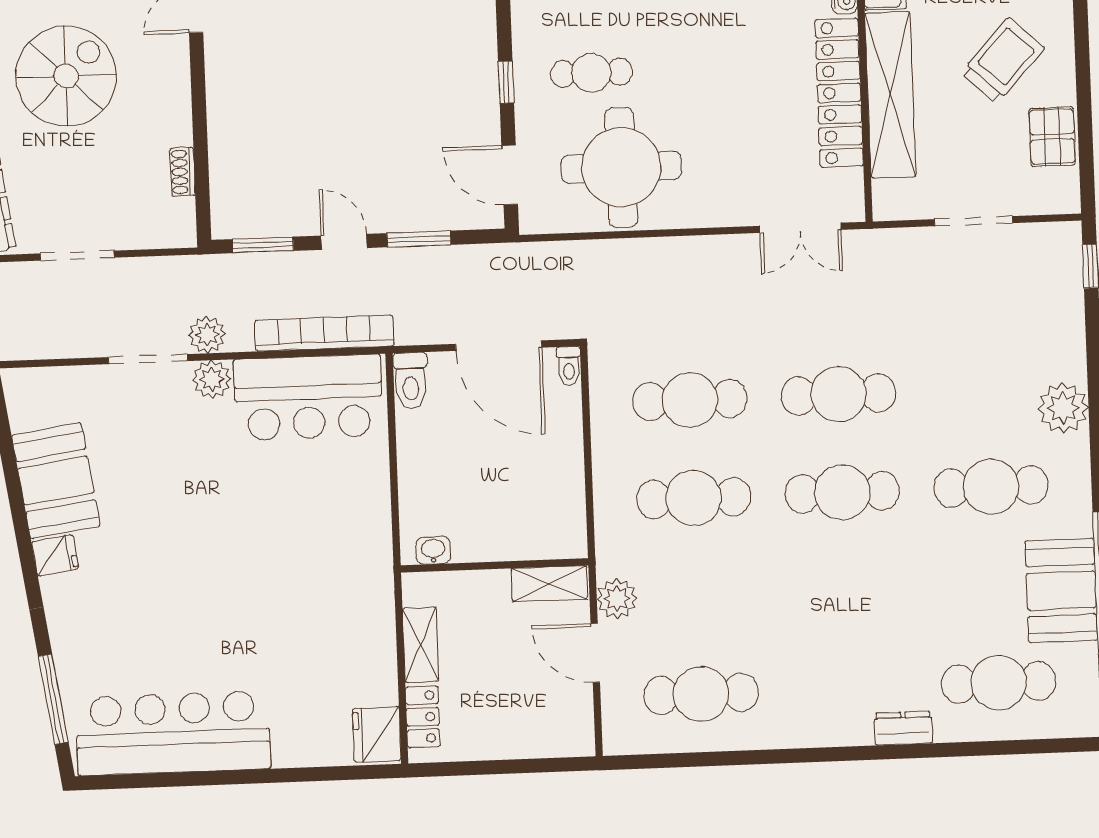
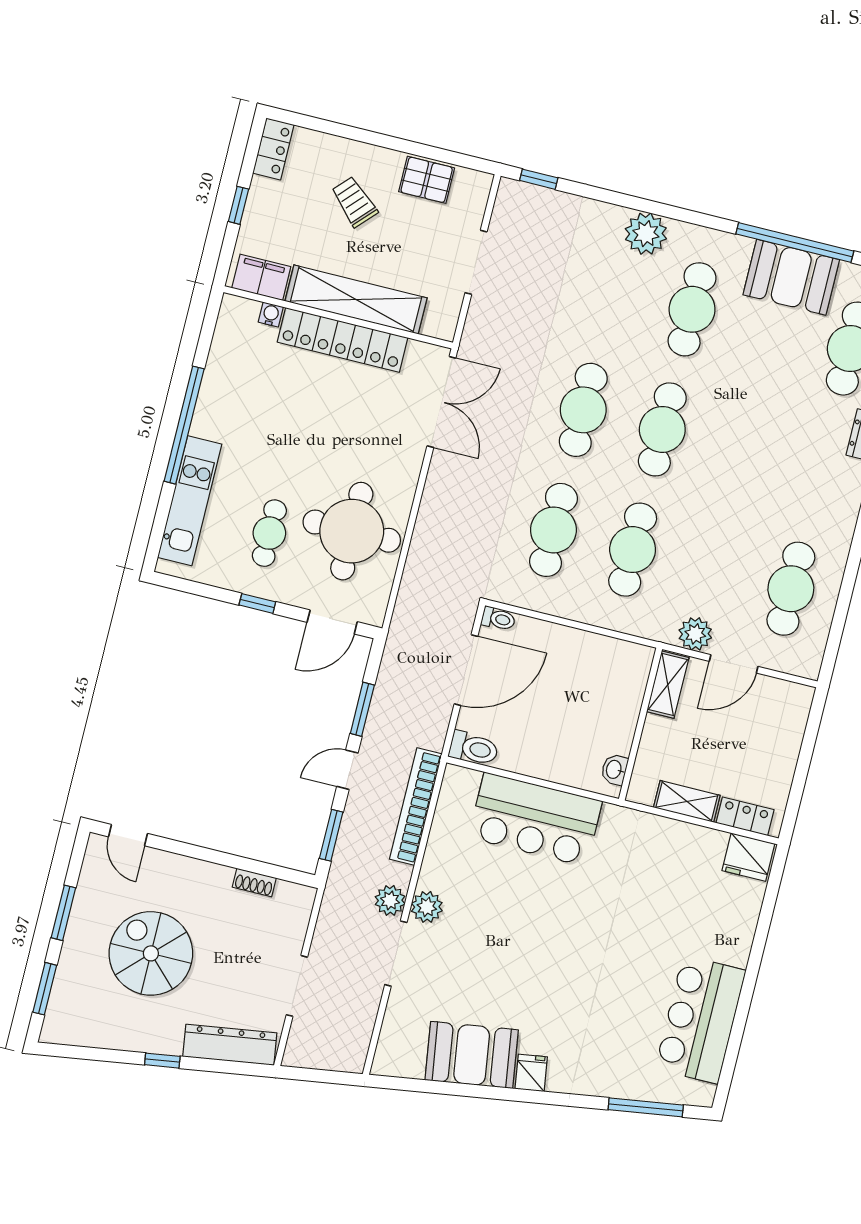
trolley: (1003, 60) -> (354, 202), width x0.73, depth x0.72
double door: (800, 228) -> (441, 402), width x1.37
bar counter: (308, 397) -> (535, 819), moved, turned 90
bar counter: (173, 733) -> (700, 1020), width x0.73

